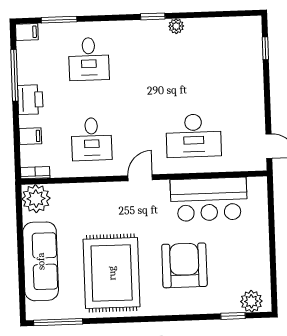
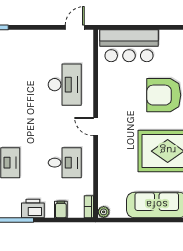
plant: (36, 199) -> (104, 212), width x0.53, depth x0.53
bar counter: (209, 199) -> (129, 46), moved, turned 90

